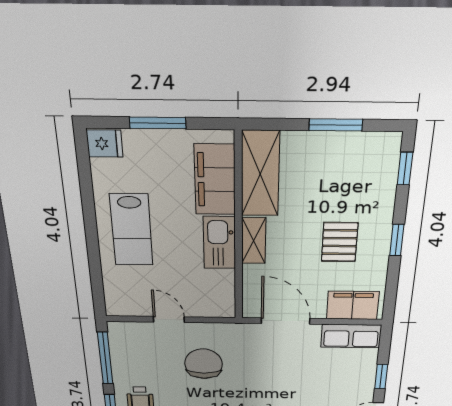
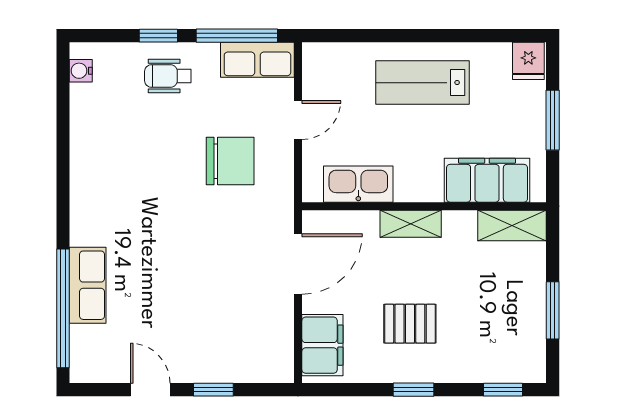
shelving: (260, 174) -> (512, 225), width x0.67, depth x0.75
kitchen sink: (219, 243) -> (358, 184), moved
row of seats: (351, 336) -> (257, 60), moved, turned -90

